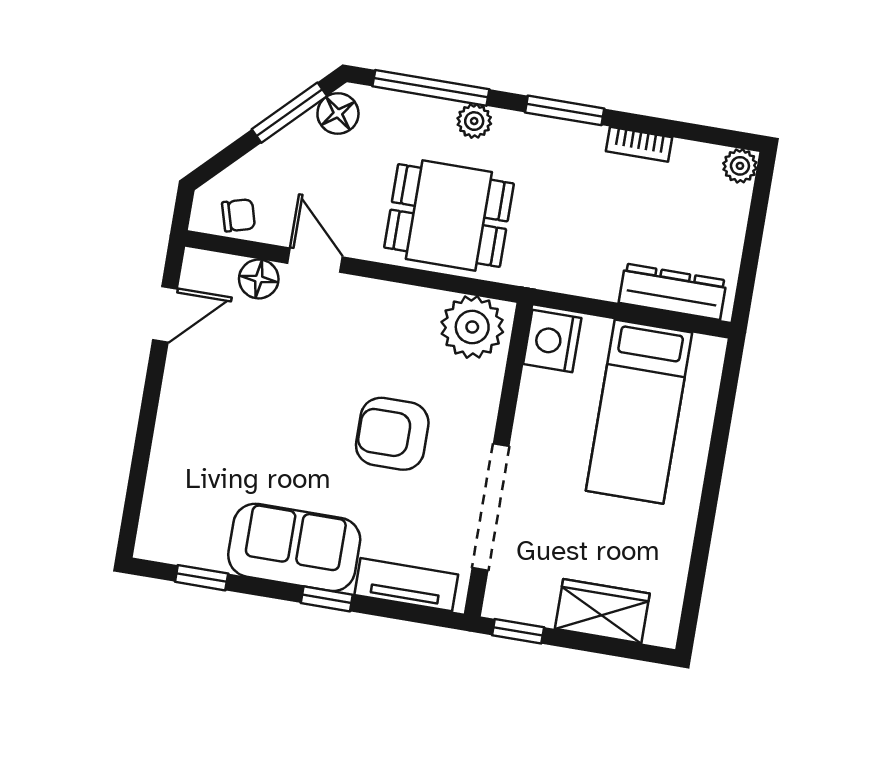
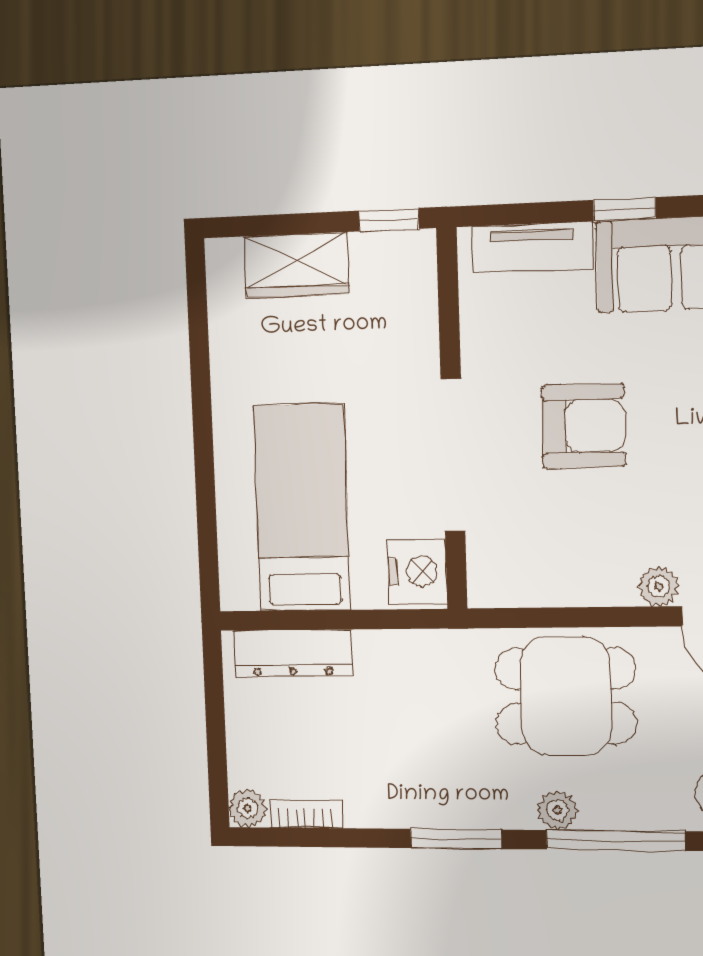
bookcase: (639, 144) -> (306, 814), moved
plant: (472, 327) -> (658, 586), moved, width x0.53, depth x0.53
doorway: (491, 507) -> (453, 455), moved

